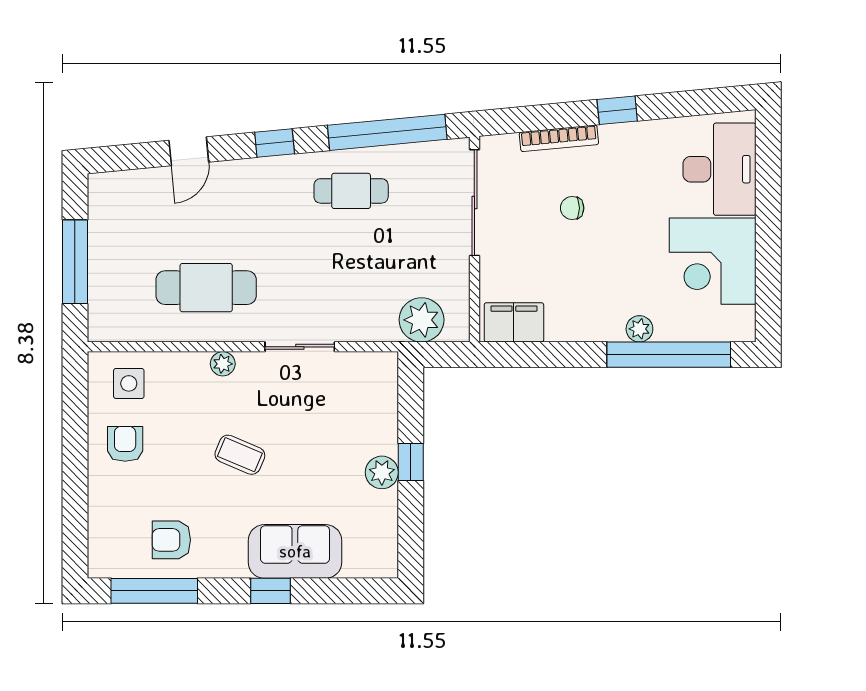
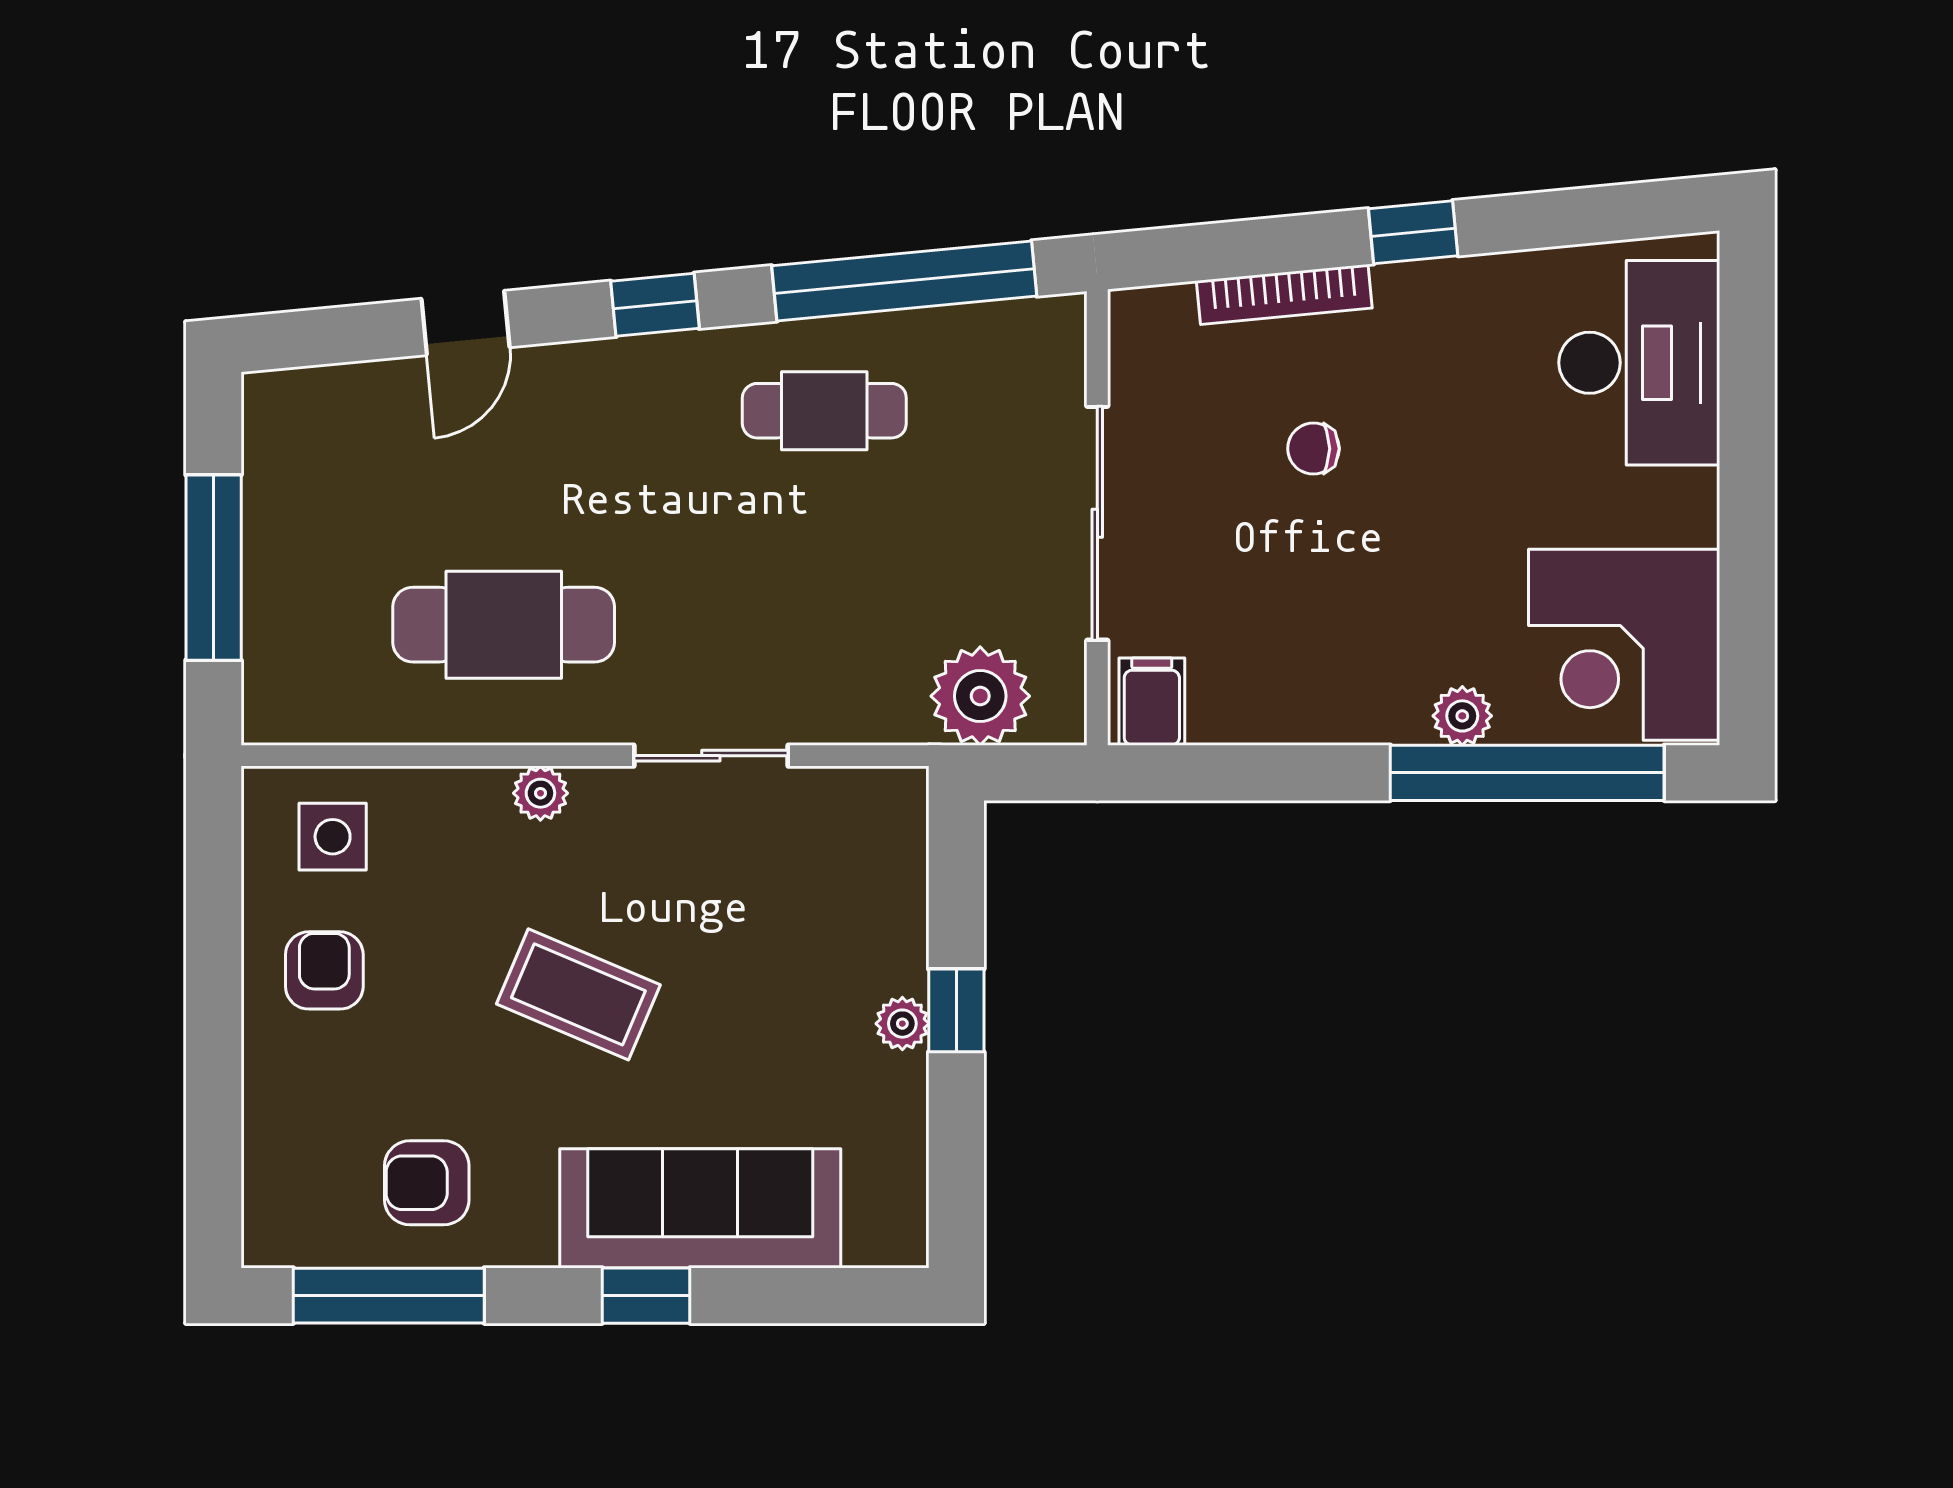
sliding door: (474, 203) -> (1097, 523), moved
corner desk: (713, 261) -> (1624, 645), moved
filing cabinet: (514, 322) -> (1152, 702), width x0.50
coffee table: (240, 455) -> (578, 994), width x1.36, depth x1.30
plant: (382, 472) -> (902, 1024), width x0.73, depth x0.73
sofa: (295, 551) -> (700, 1208), width x1.36

